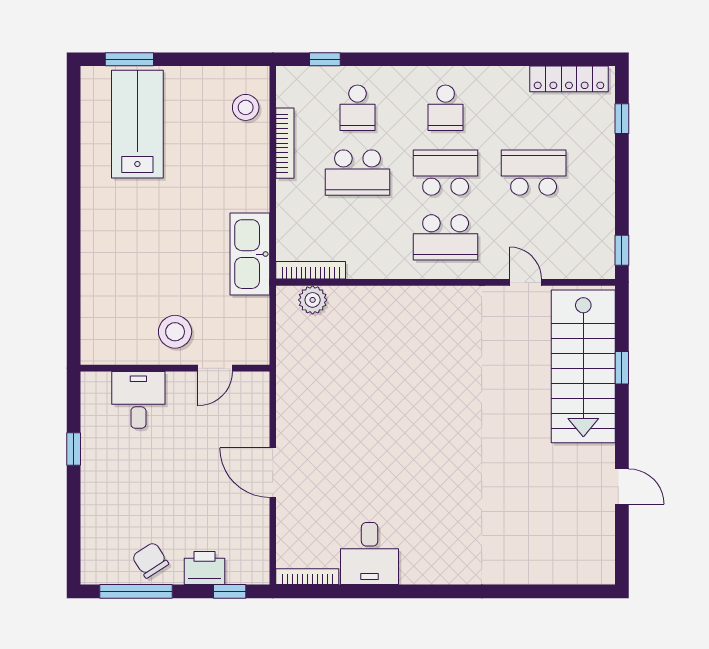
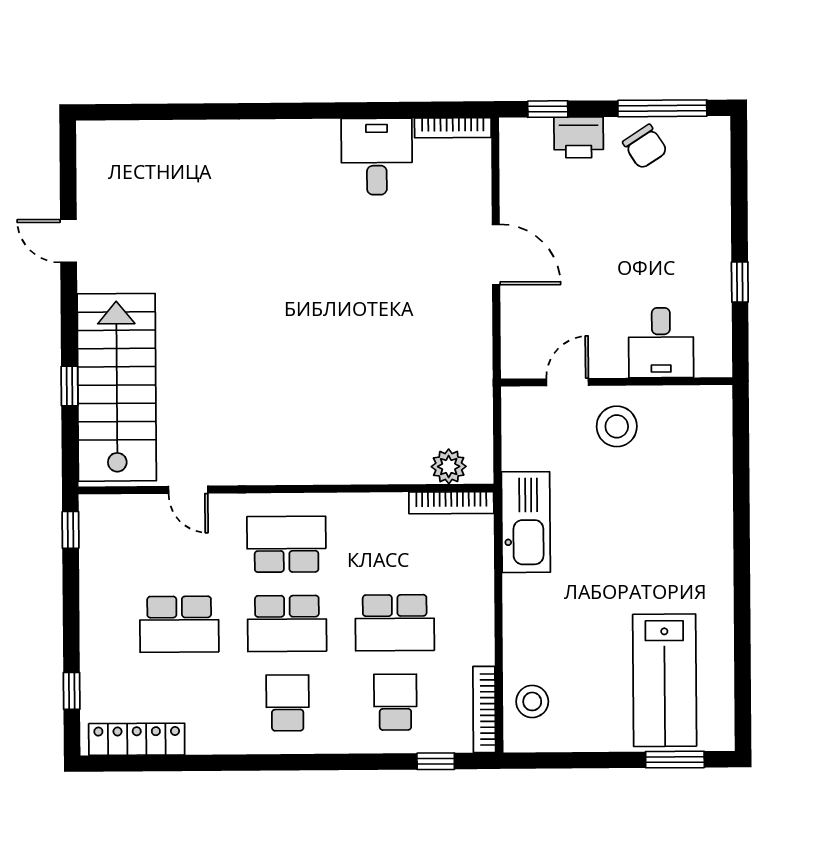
bookcase: (285, 143) -> (484, 710), moved
school desk: (358, 173) -> (395, 623), turned 180

